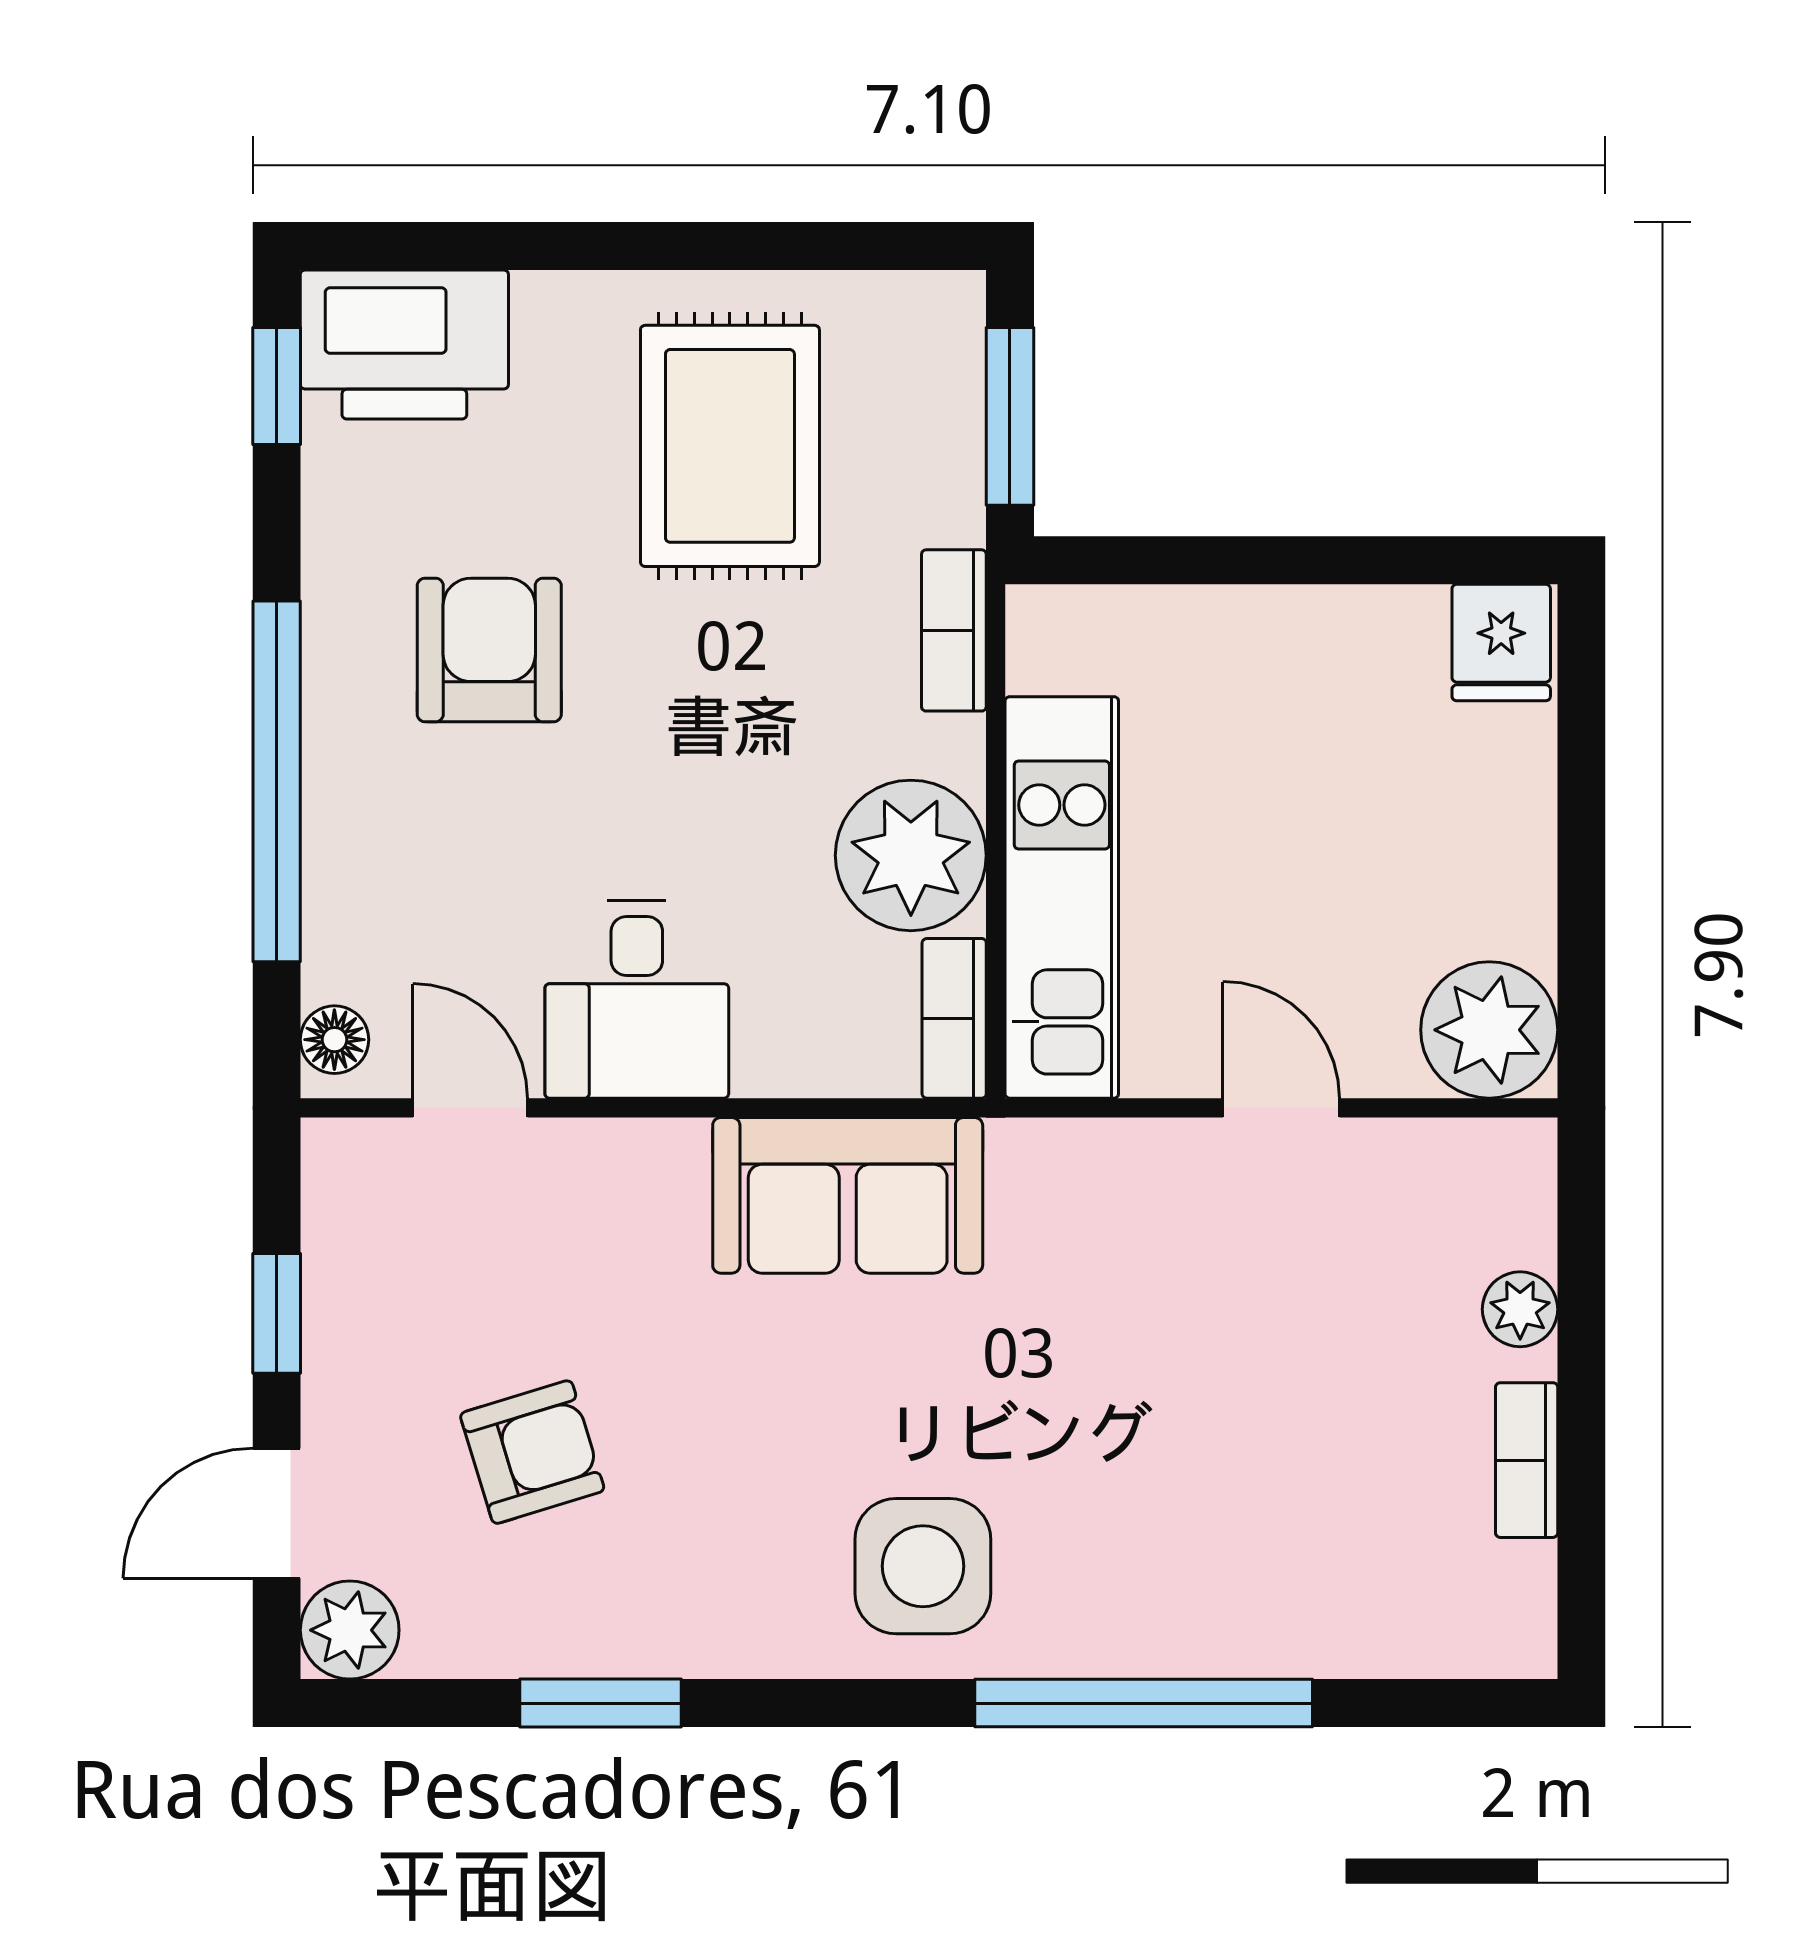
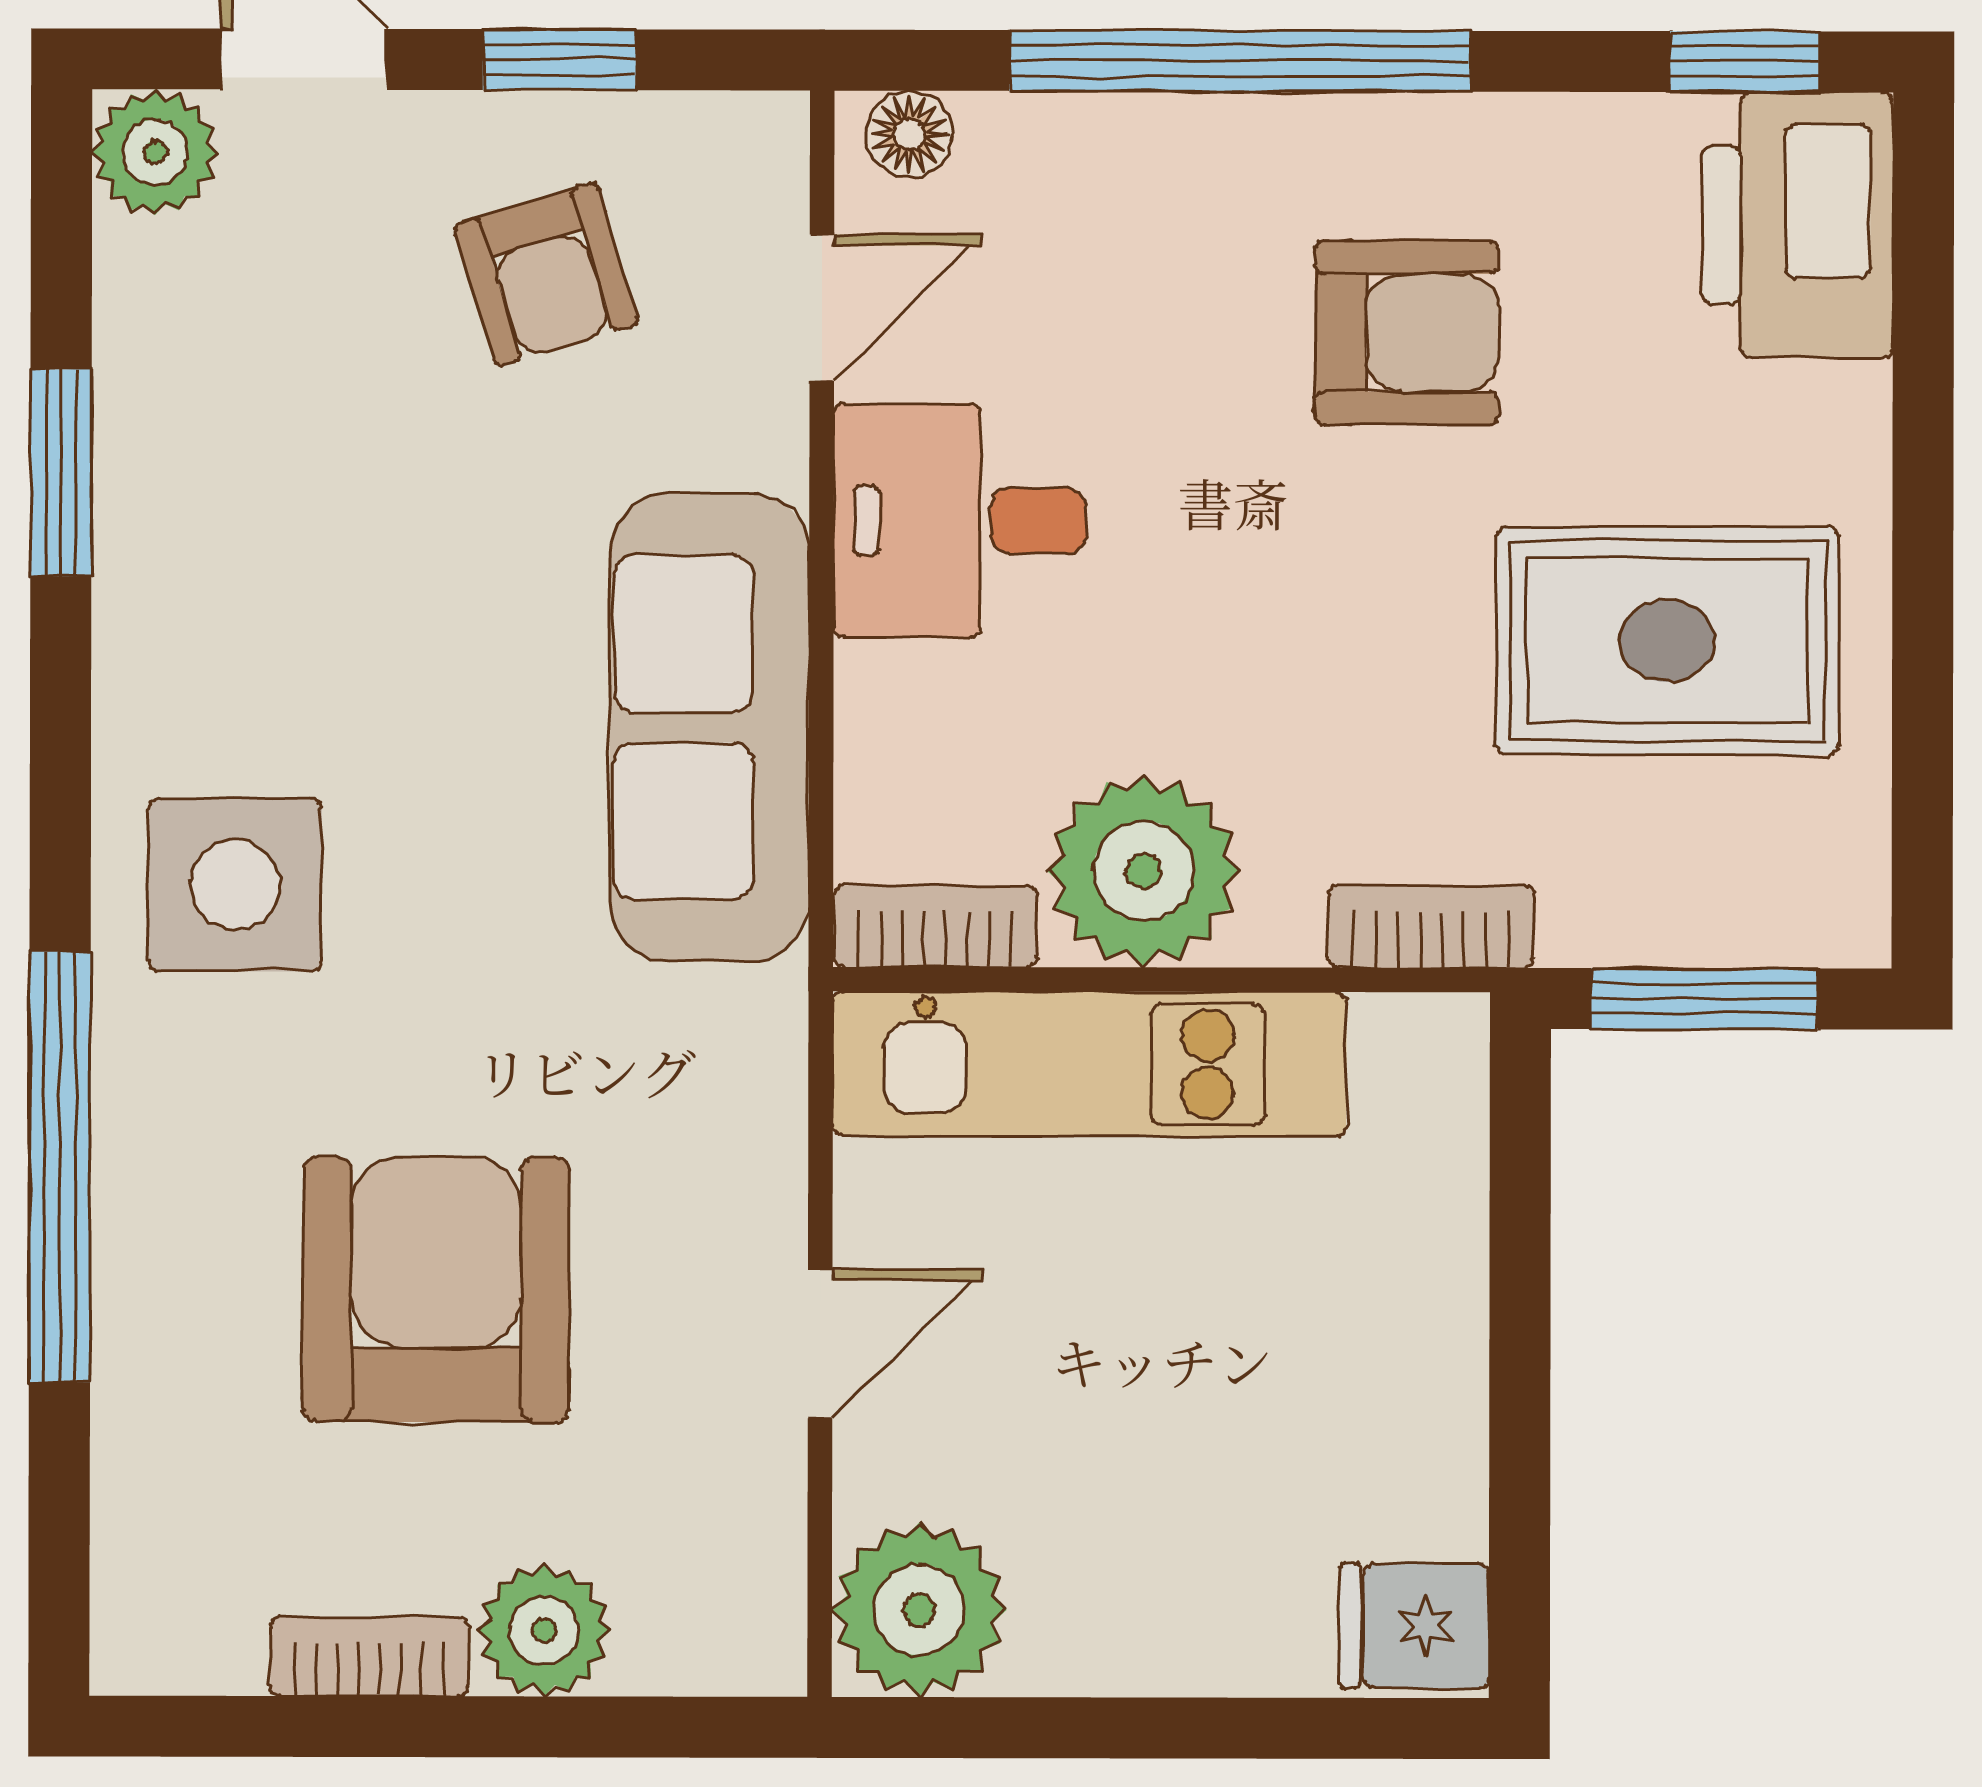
sofa: (848, 1195) -> (709, 727), width x1.36
plant: (1520, 1309) -> (544, 1631), width x1.38, depth x1.38
armchair: (1239, 1409) -> (436, 1289), added
armchair: (532, 1452) -> (546, 274), moved

